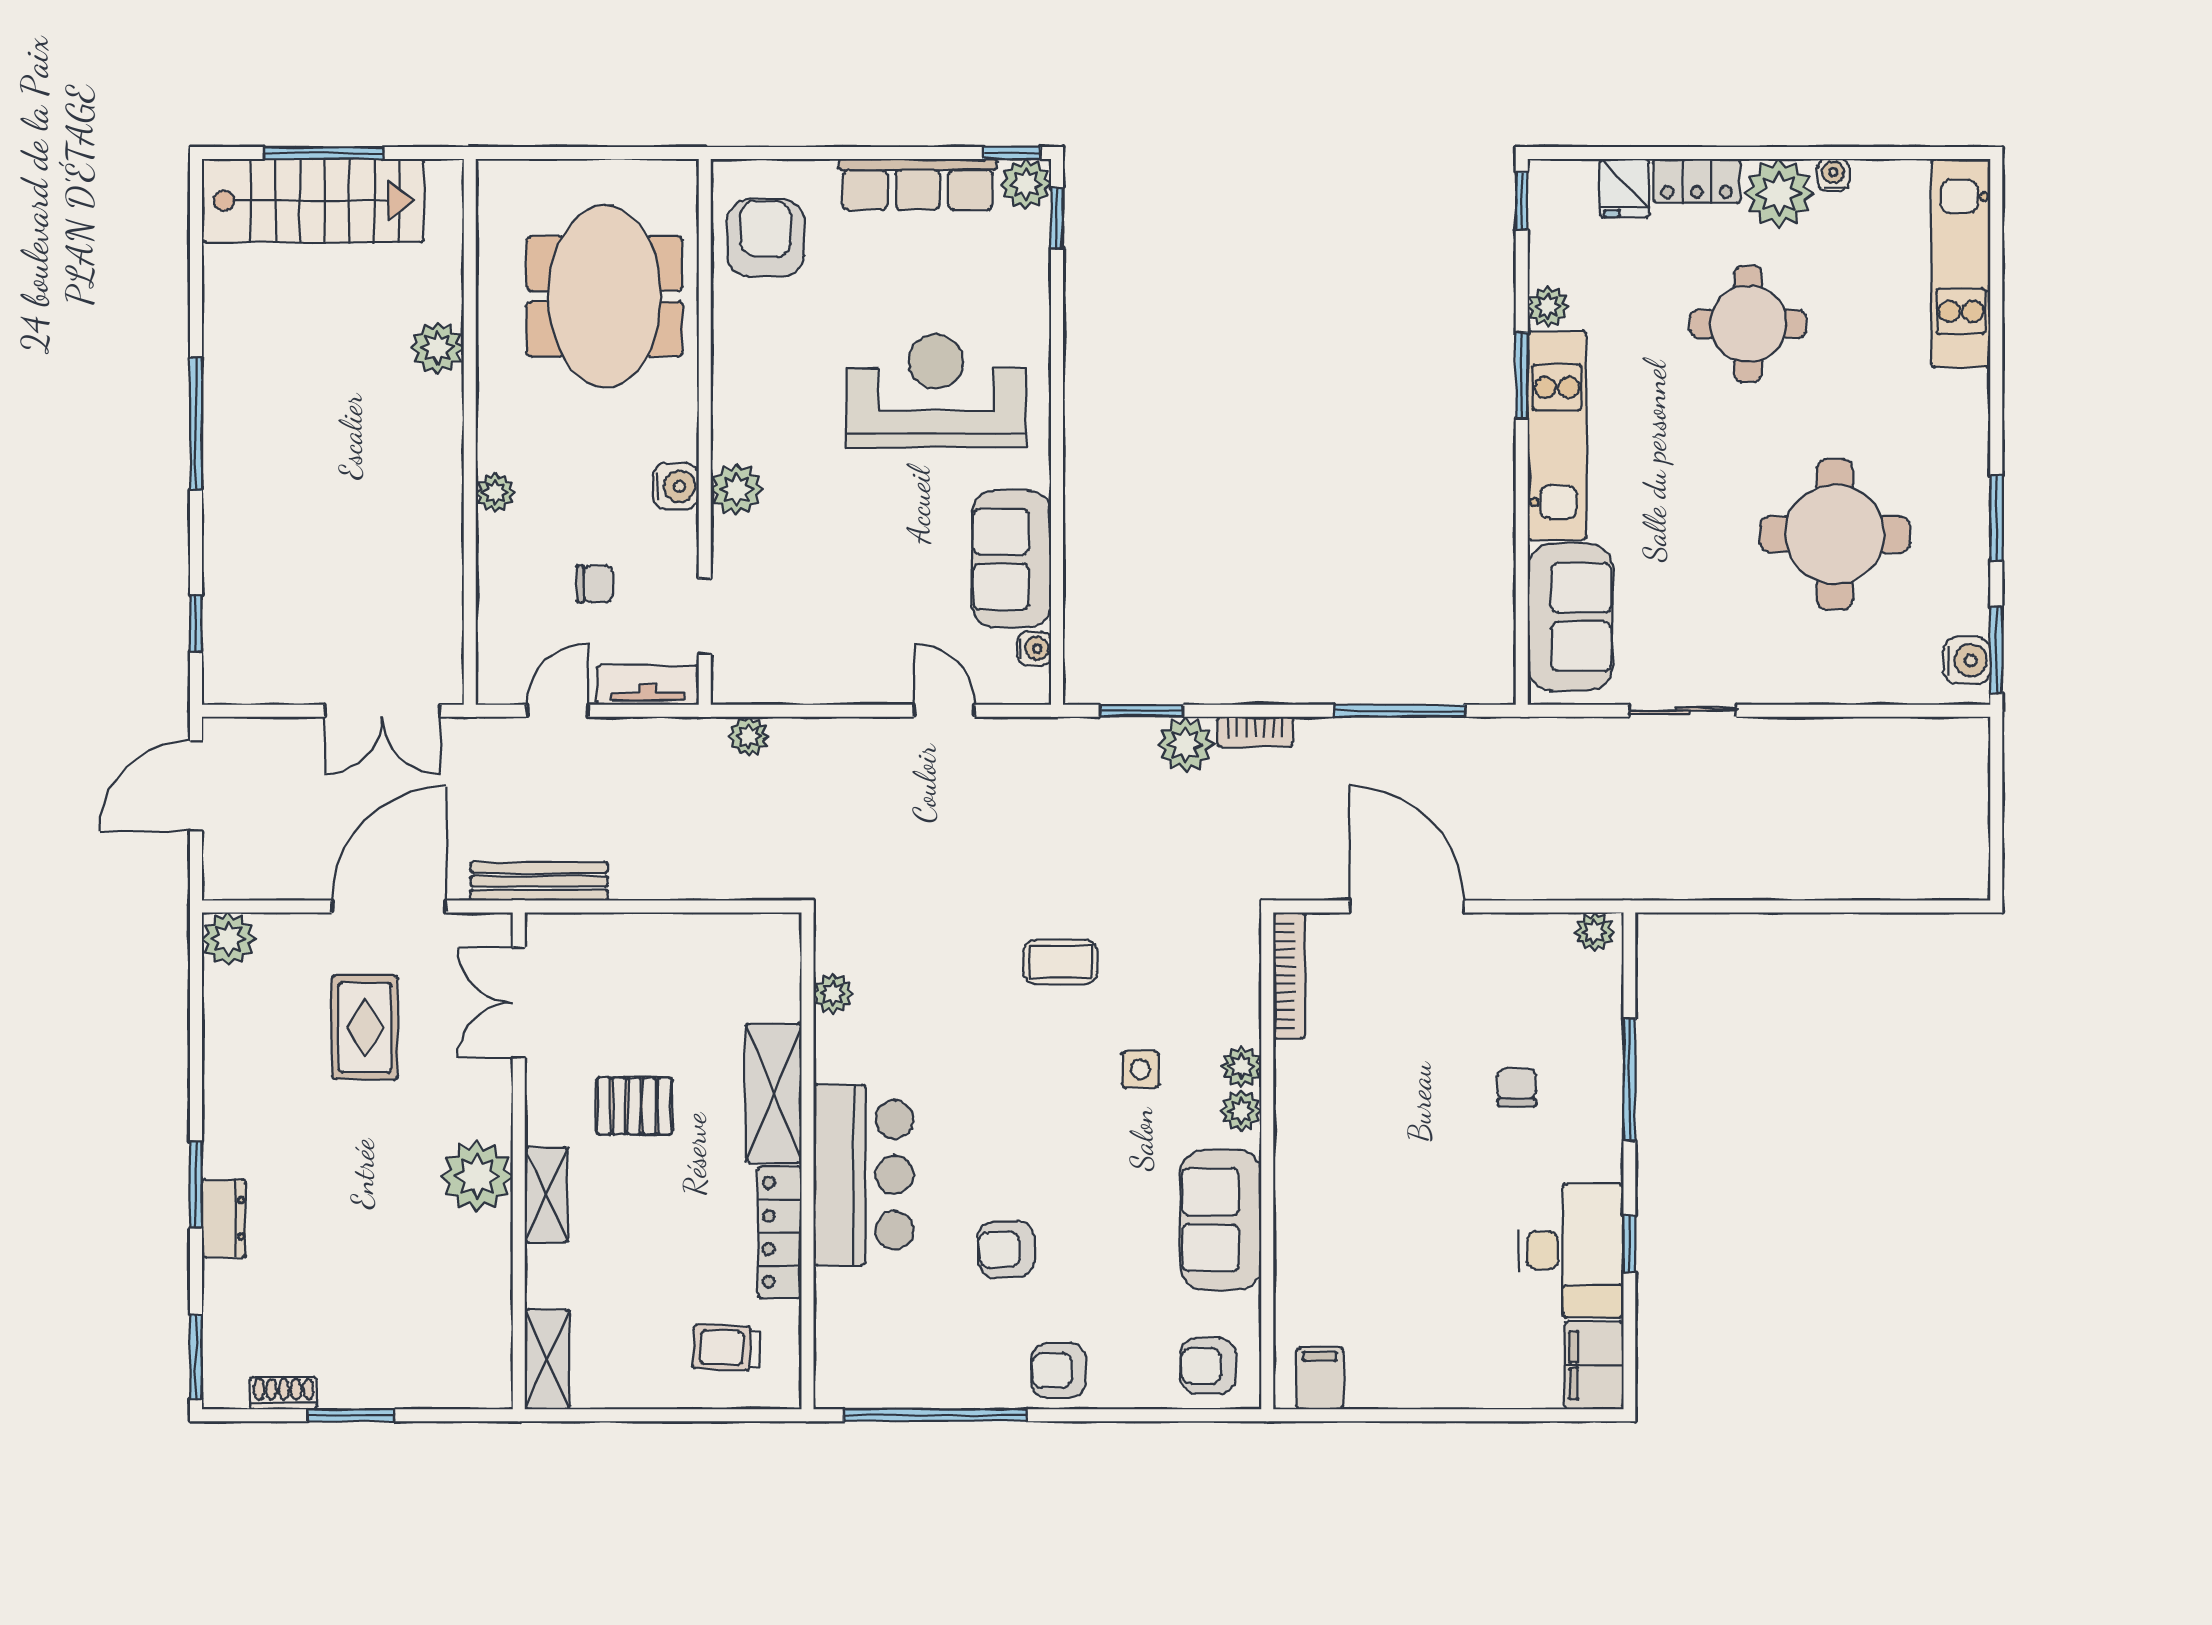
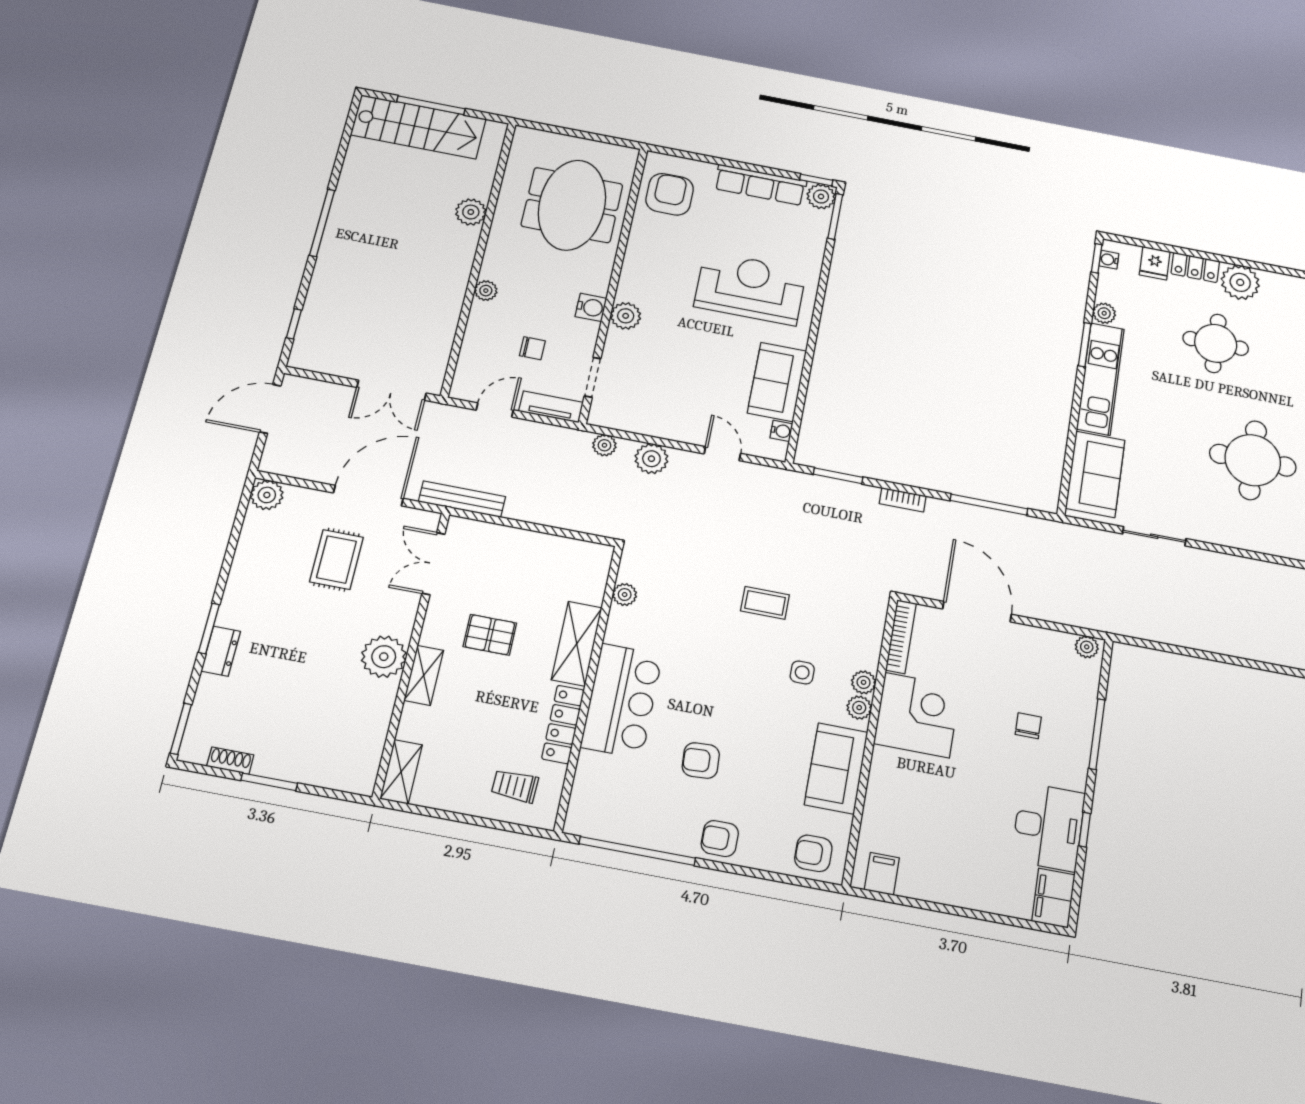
water cooler: (1833, 175) -> (1109, 260), moved, turned -90
window: (1057, 218) -> (835, 216), width x1.50
plant: (1185, 745) -> (651, 459), moved
corner desk: (1336, 1105) -> (917, 715), added

